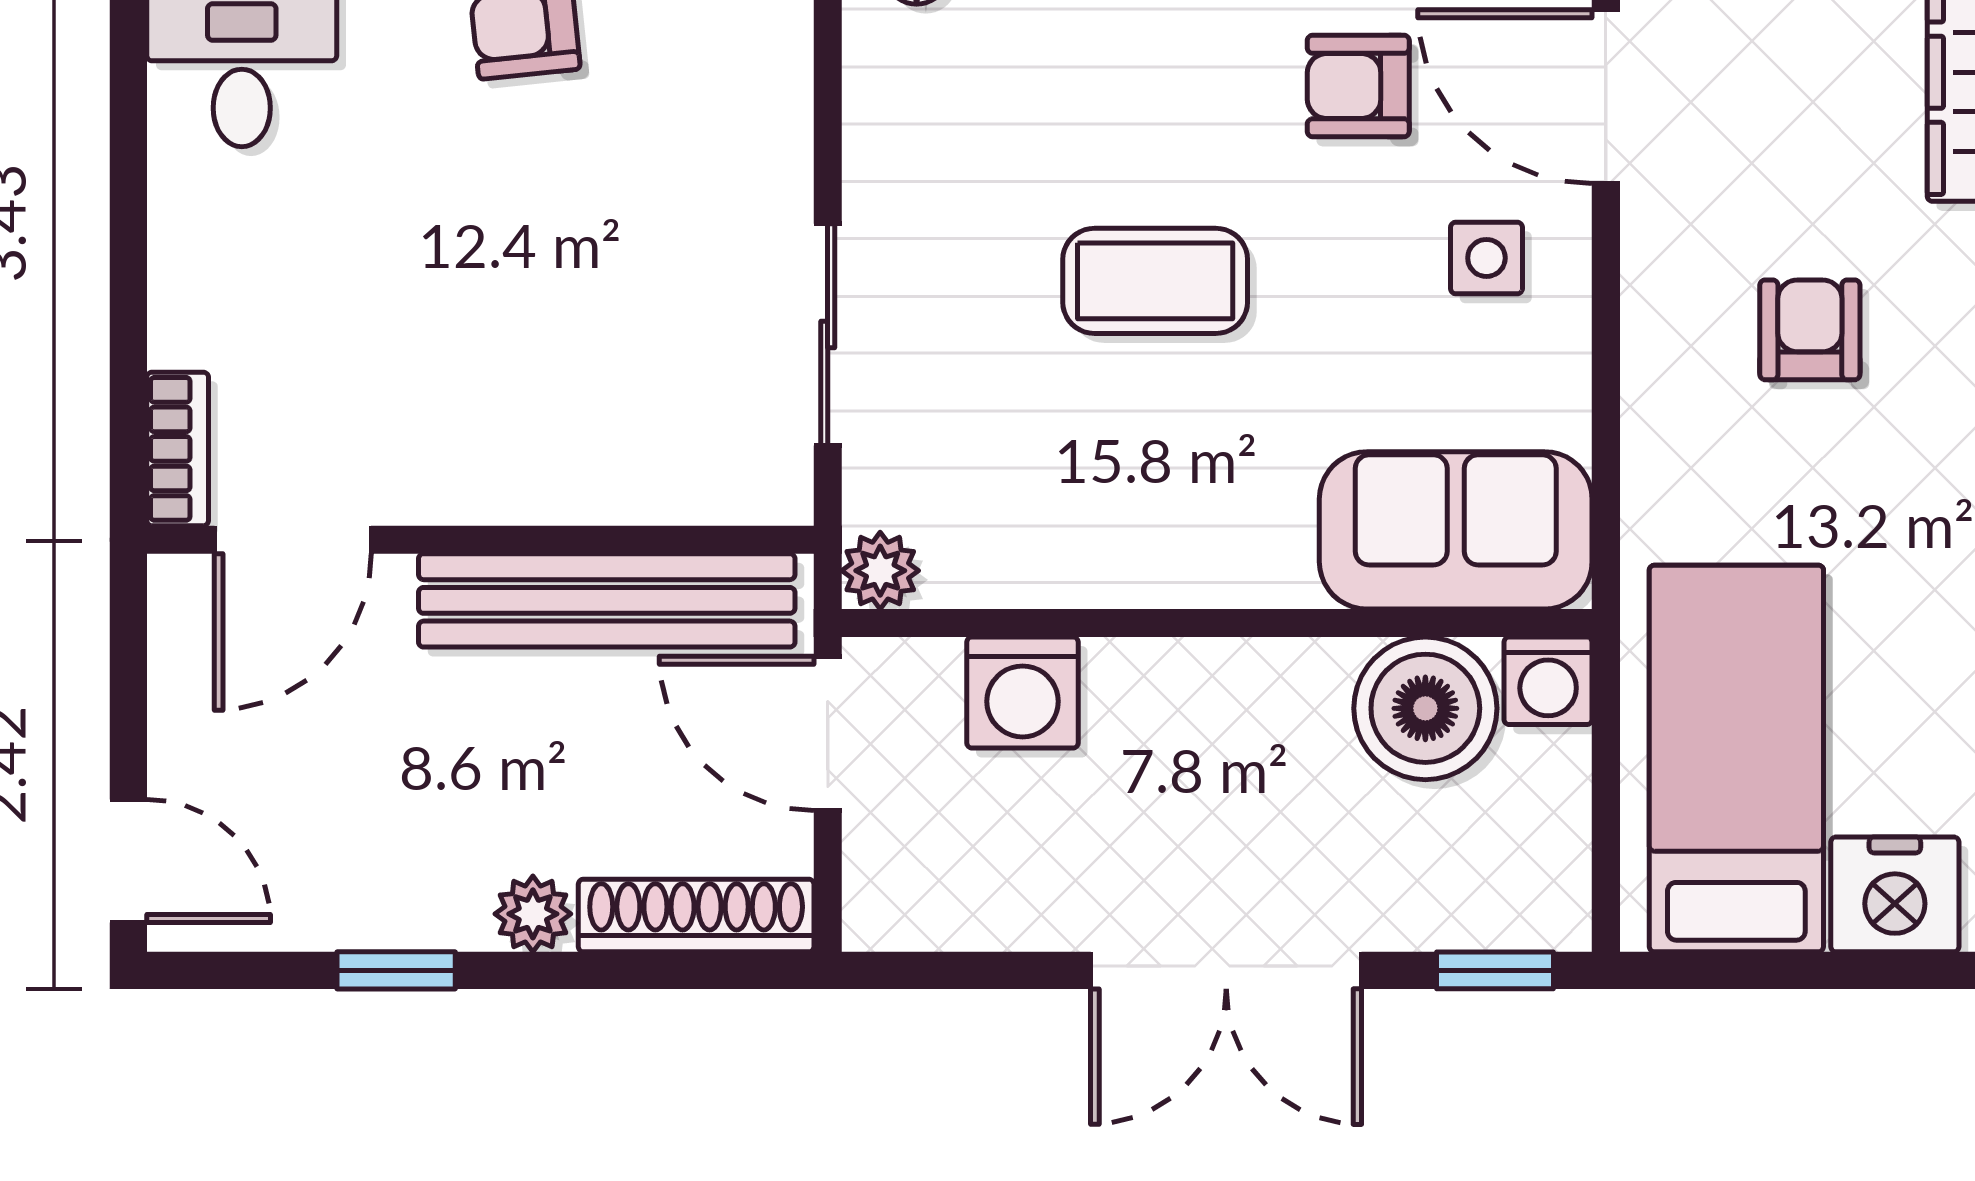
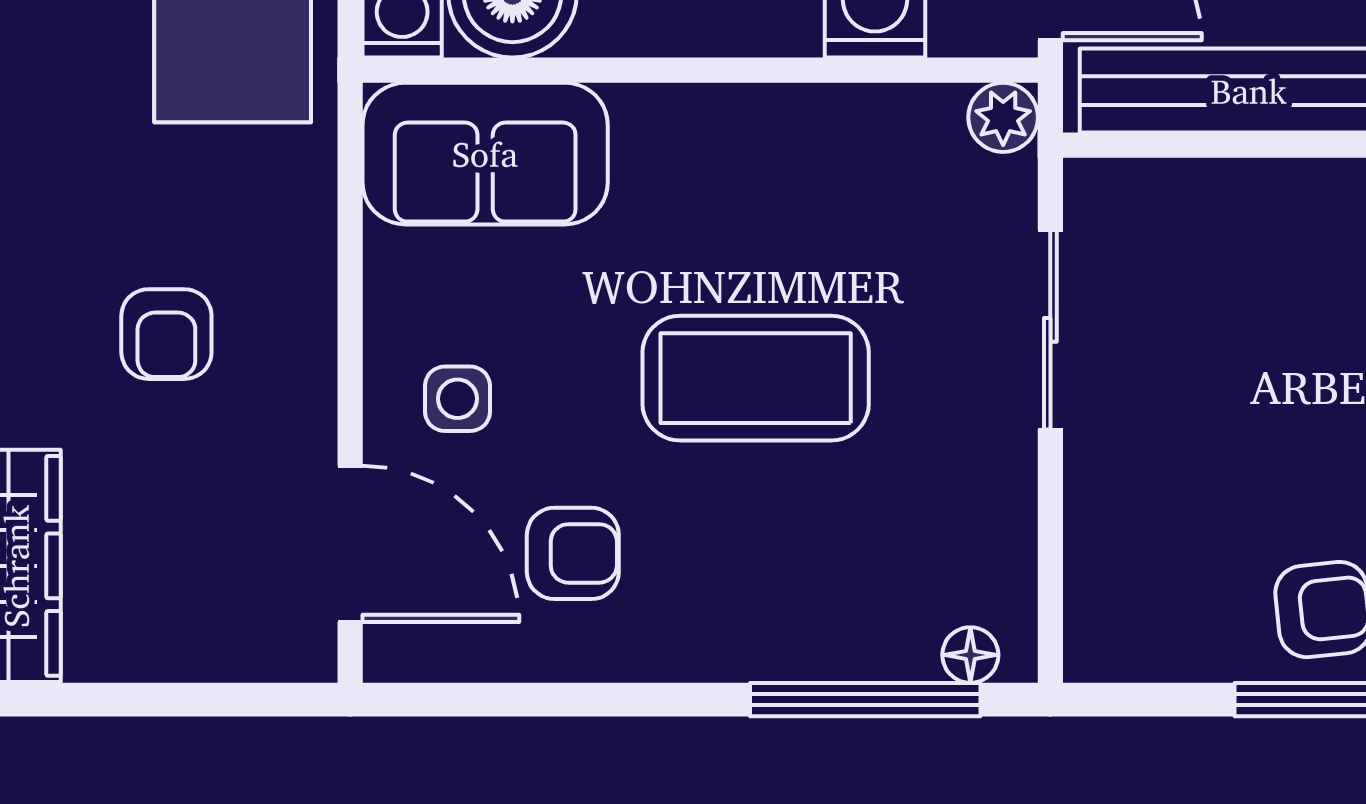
coffee table: (1155, 281) -> (756, 378), width x1.36, depth x1.32

